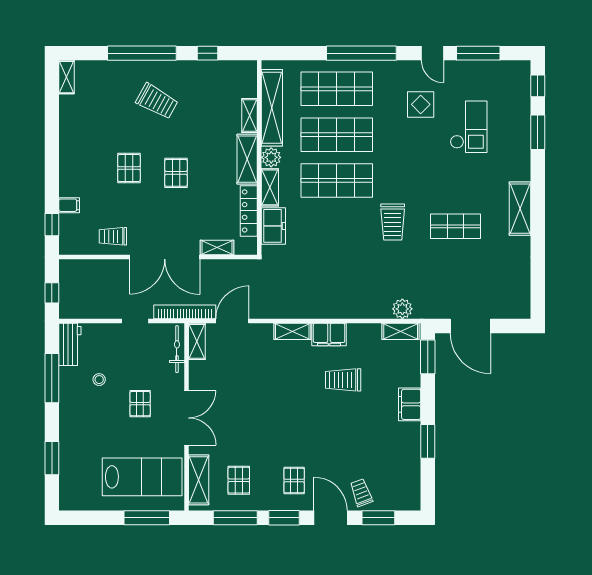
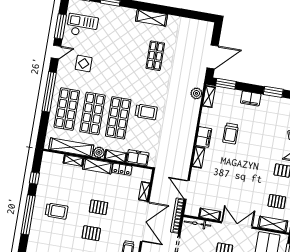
trolley: (157, 101) -> (57, 211), turned 61
checkout: (469, 127) -> (82, 26), moved
locker: (249, 211) -> (122, 169), width x0.66
trolley: (393, 222) -> (146, 112), moved
shelving: (197, 341) -> (210, 214), moved

